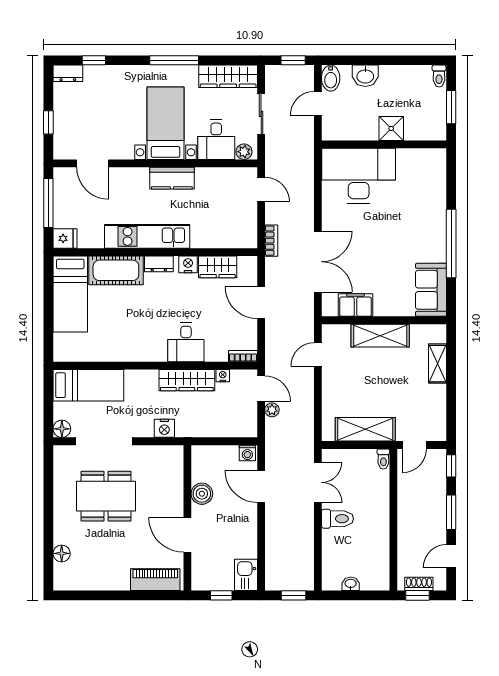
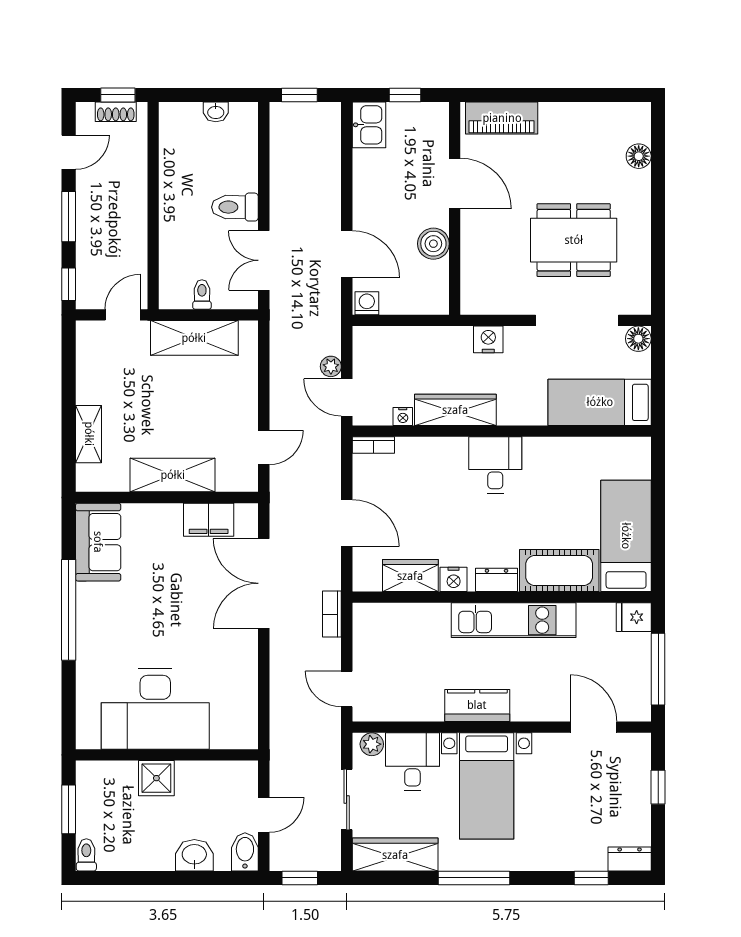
desk: (359, 176) -> (155, 709), moved
desk: (186, 342) -> (495, 465), moved
toilet: (383, 459) -> (202, 294), moved

